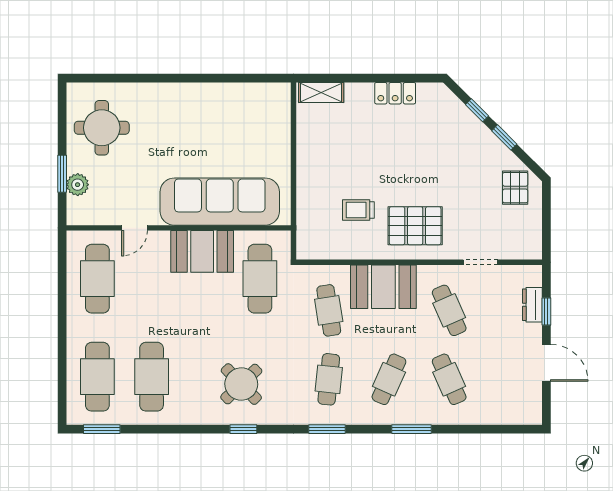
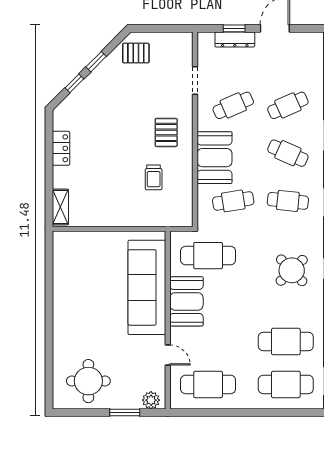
plant: (78, 185) -> (151, 400), moved
pallet: (415, 226) -> (166, 132), width x0.67, depth x0.71
dresser: (532, 305) -> (235, 39), width x1.44

